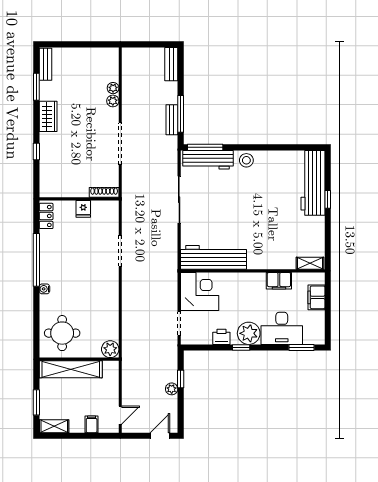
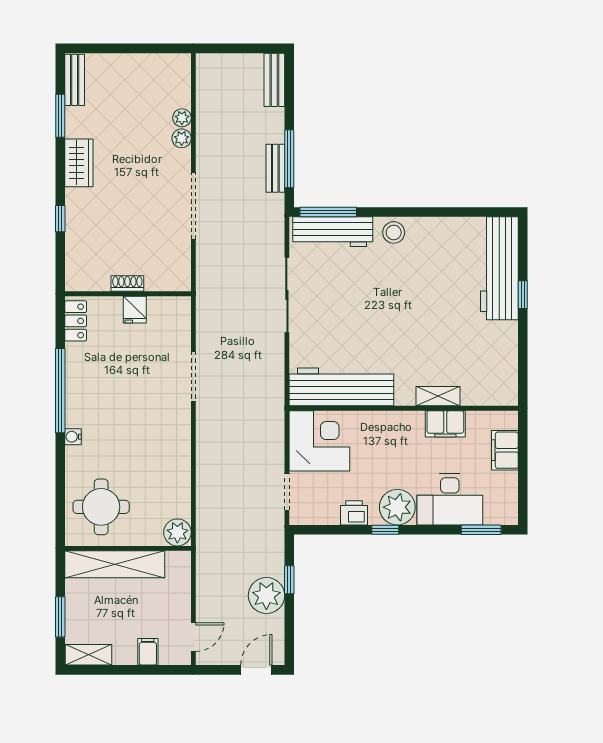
shoe rack: (104, 192) -> (127, 283), moved, width x0.70
shelving: (310, 263) -> (438, 396), moved
plant: (172, 389) -> (266, 596), width x1.88, depth x1.88

